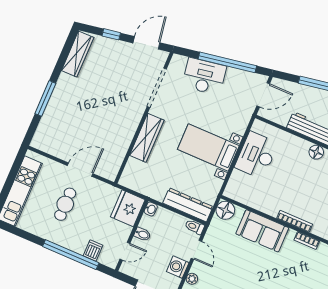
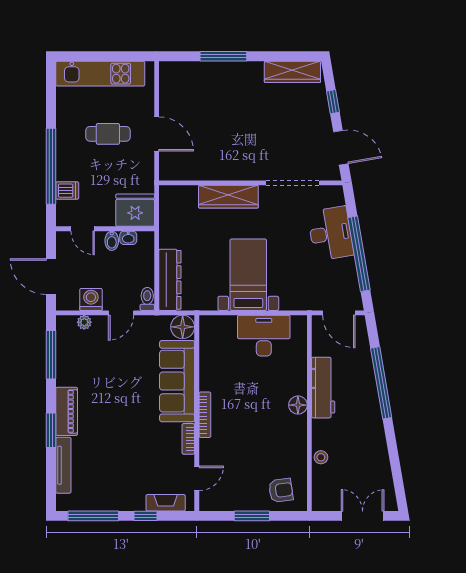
washbasin: (151, 209) -> (128, 238), moved
sofa: (262, 231) -> (177, 381), width x1.36

